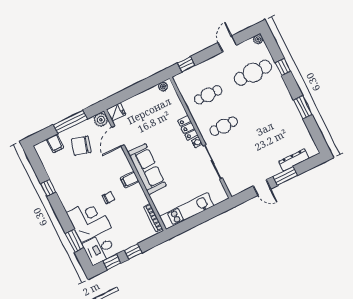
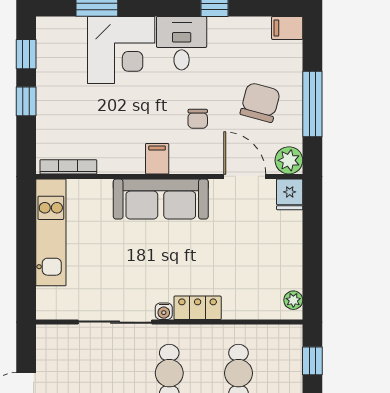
filing cabinet: (55, 144) -> (287, 28), moved
chair: (109, 198) -> (198, 119), moved
desk: (99, 249) -> (182, 43), moved

